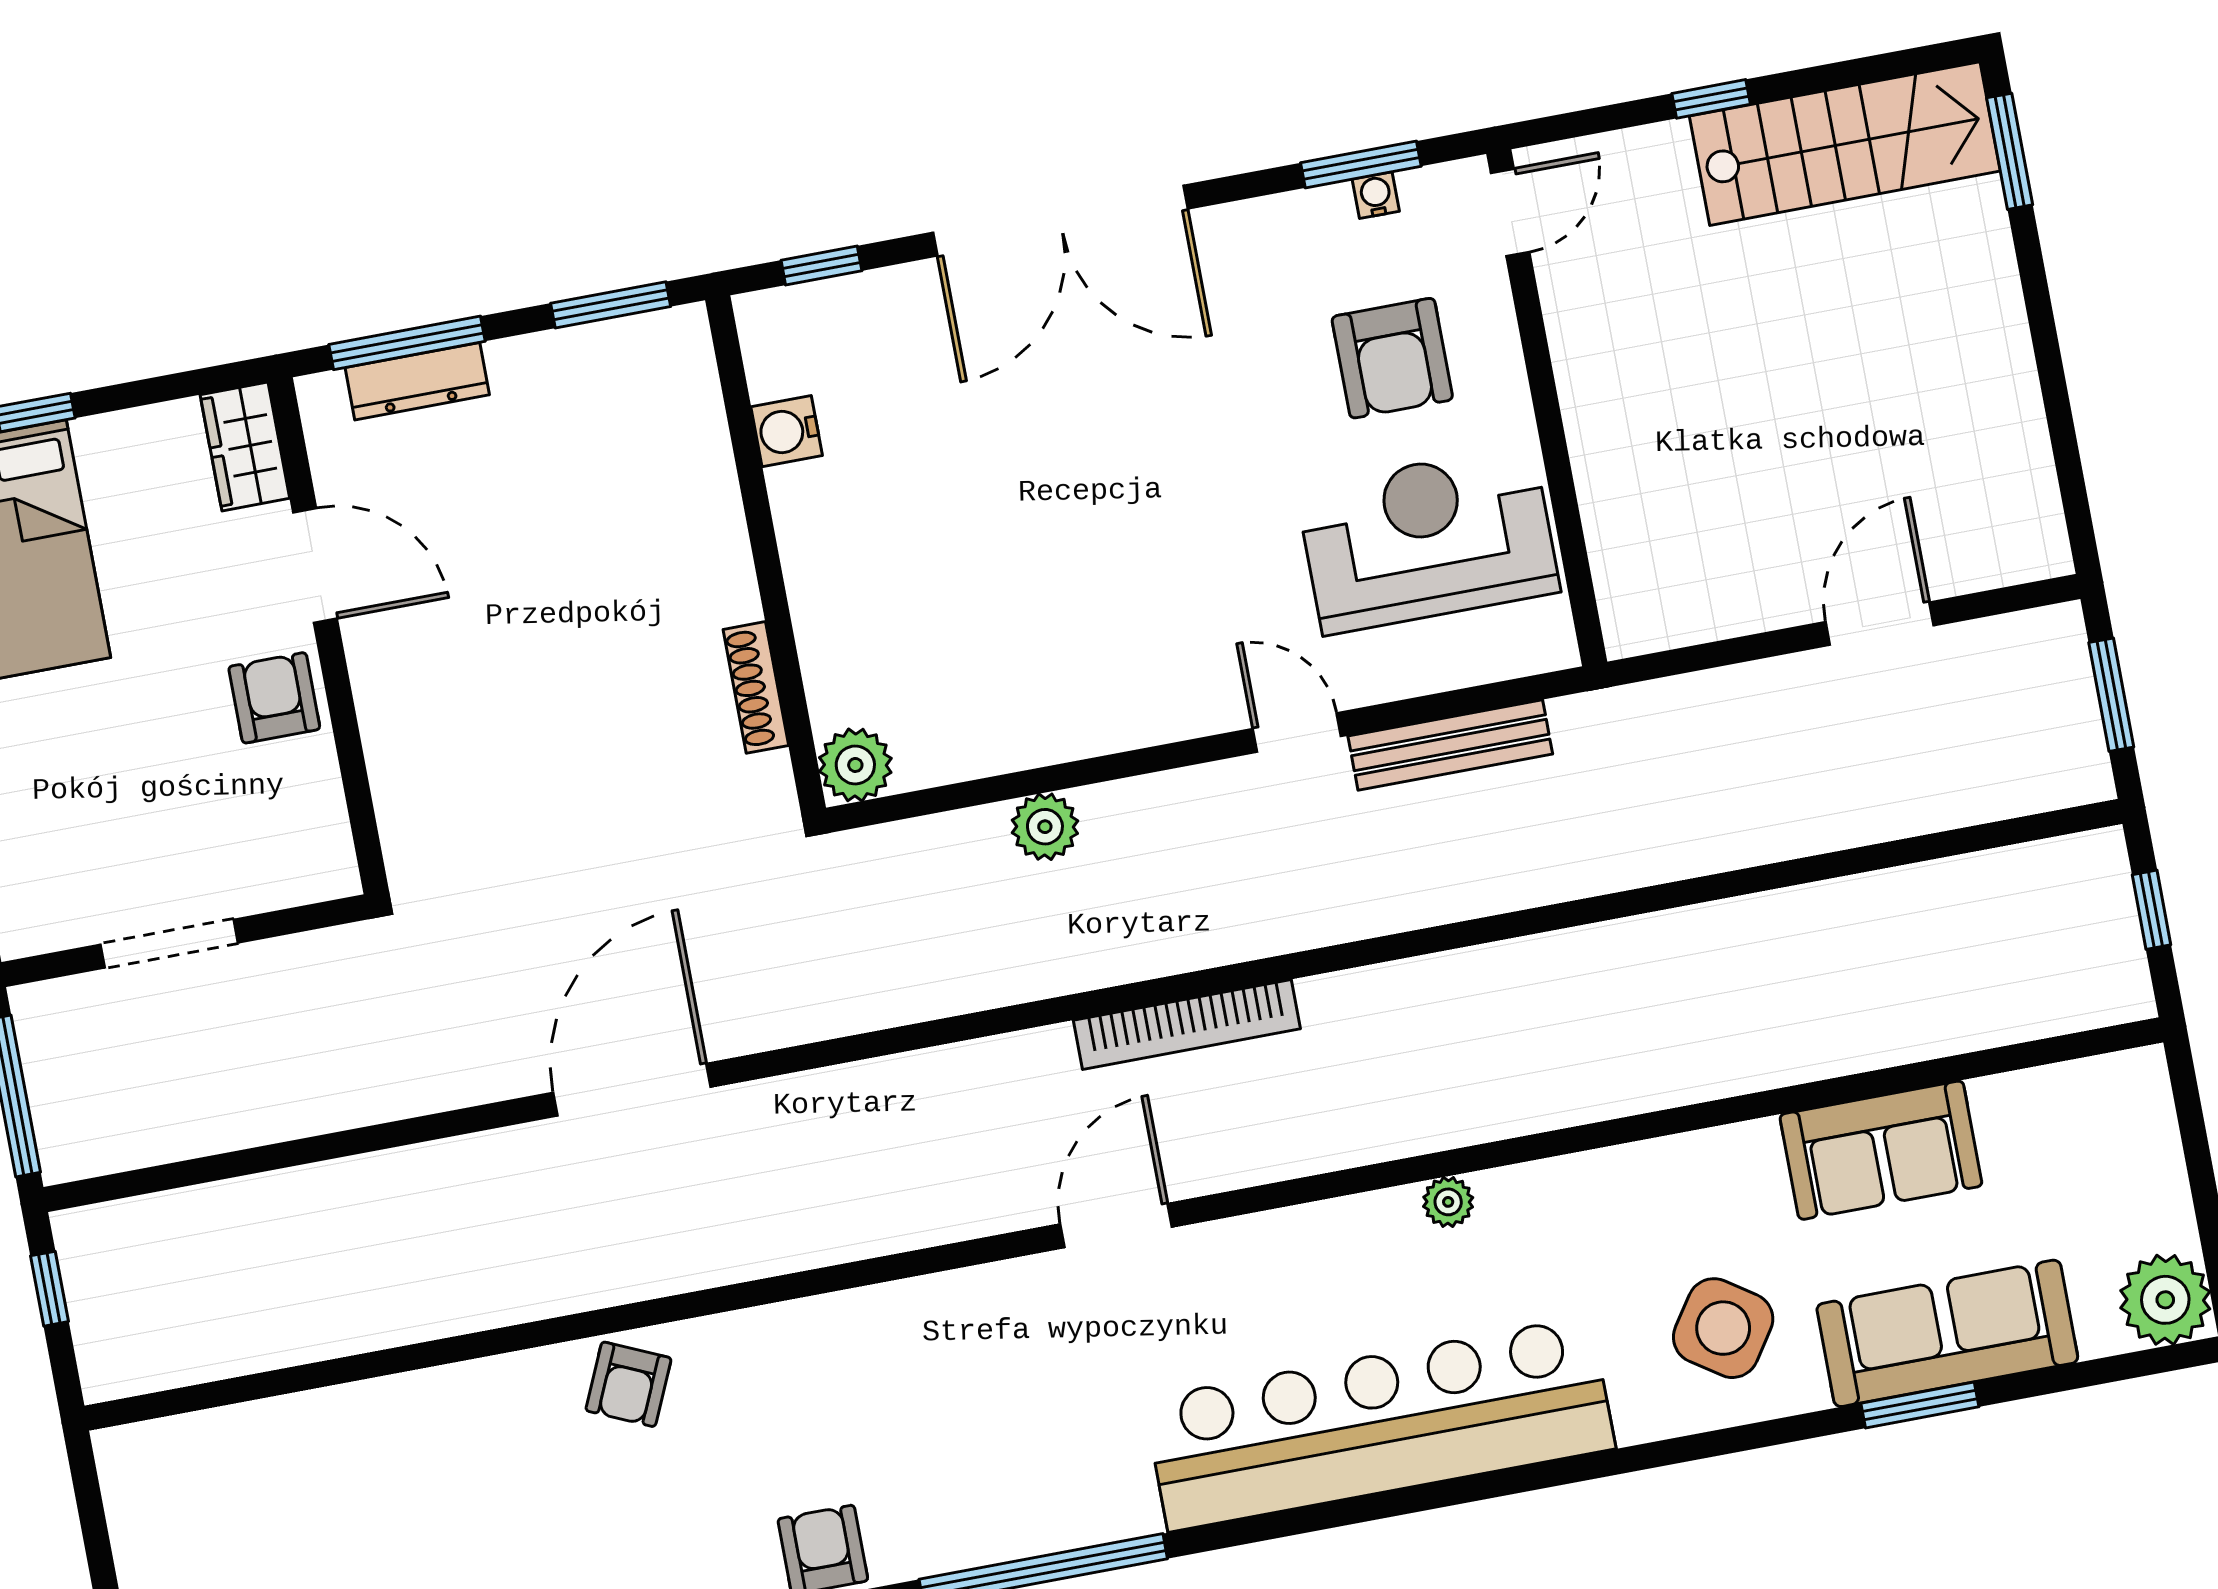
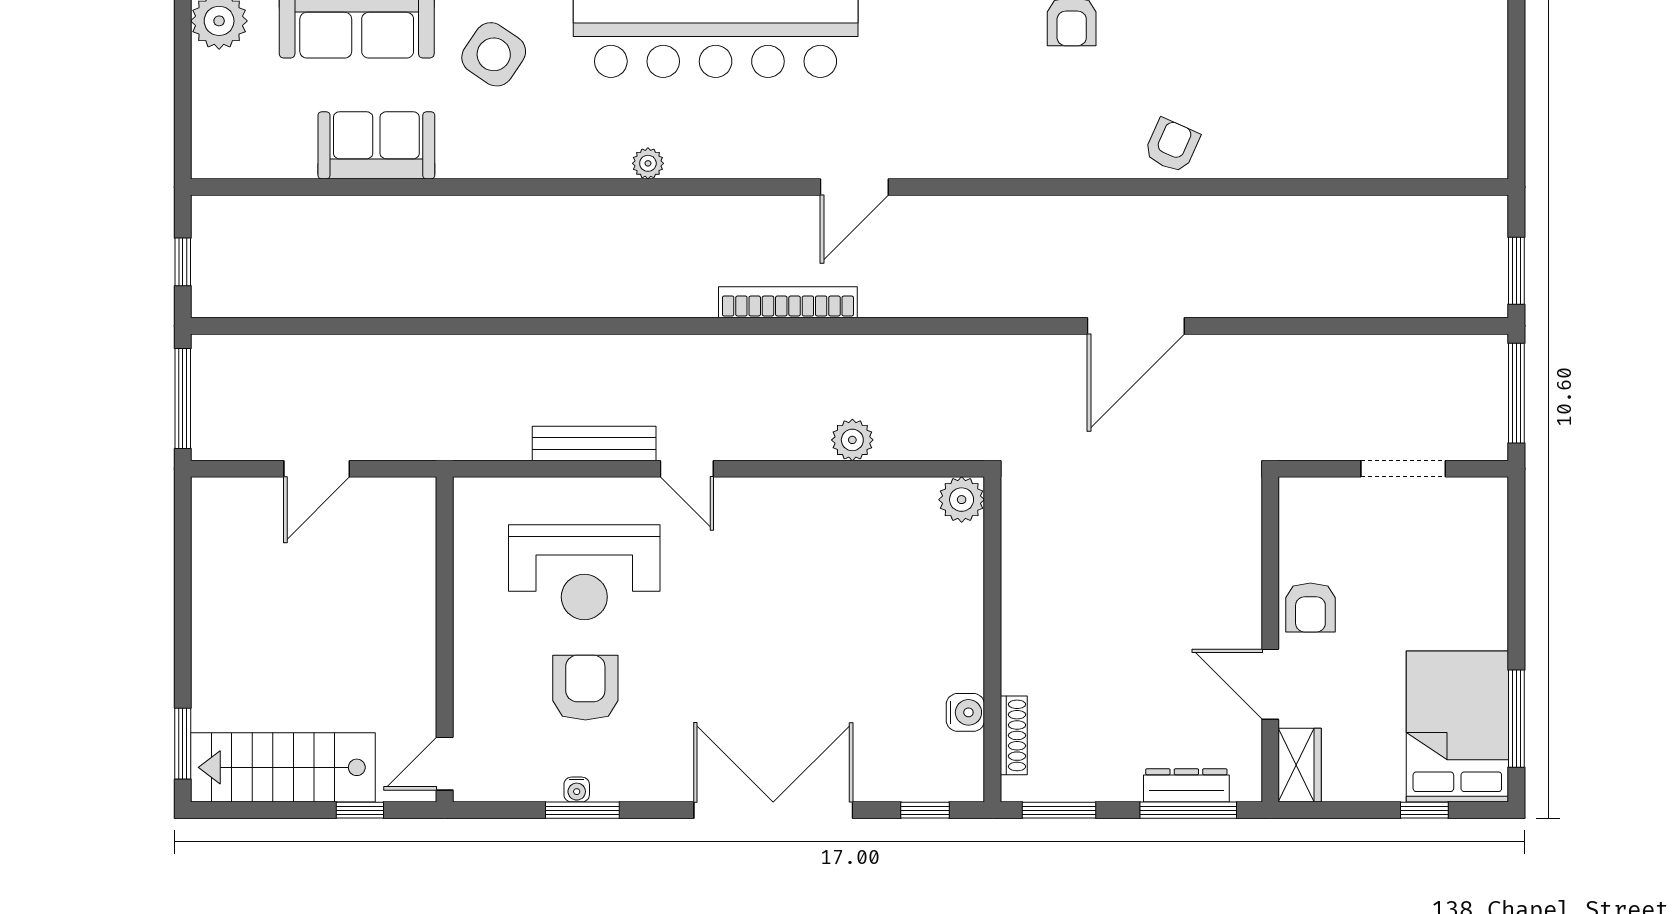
door: (1510, 212) -> (445, 764), moved
wall: (1547, 408) -> (445, 639), moved
shoe rack: (756, 687) -> (1014, 735), moved
window: (2111, 695) -> (183, 398), width x1.44
window: (49, 1289) -> (1516, 271), width x1.50

